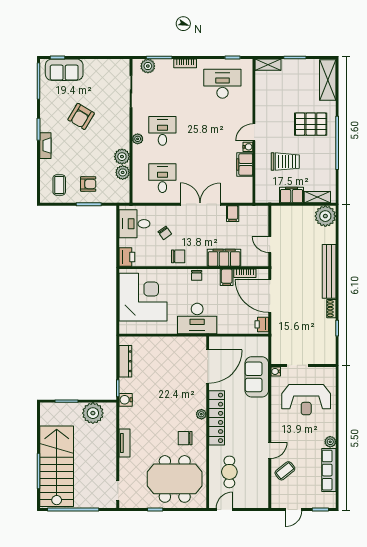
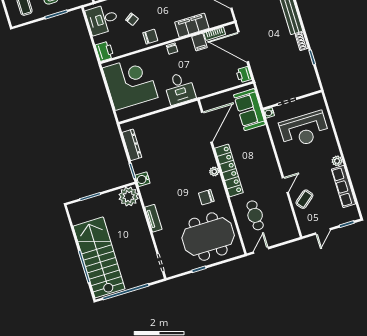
desk: (197, 318) -> (180, 88), width x0.73
sofa: (257, 377) -> (249, 110), moved
plant: (93, 413) -> (129, 196), moved

